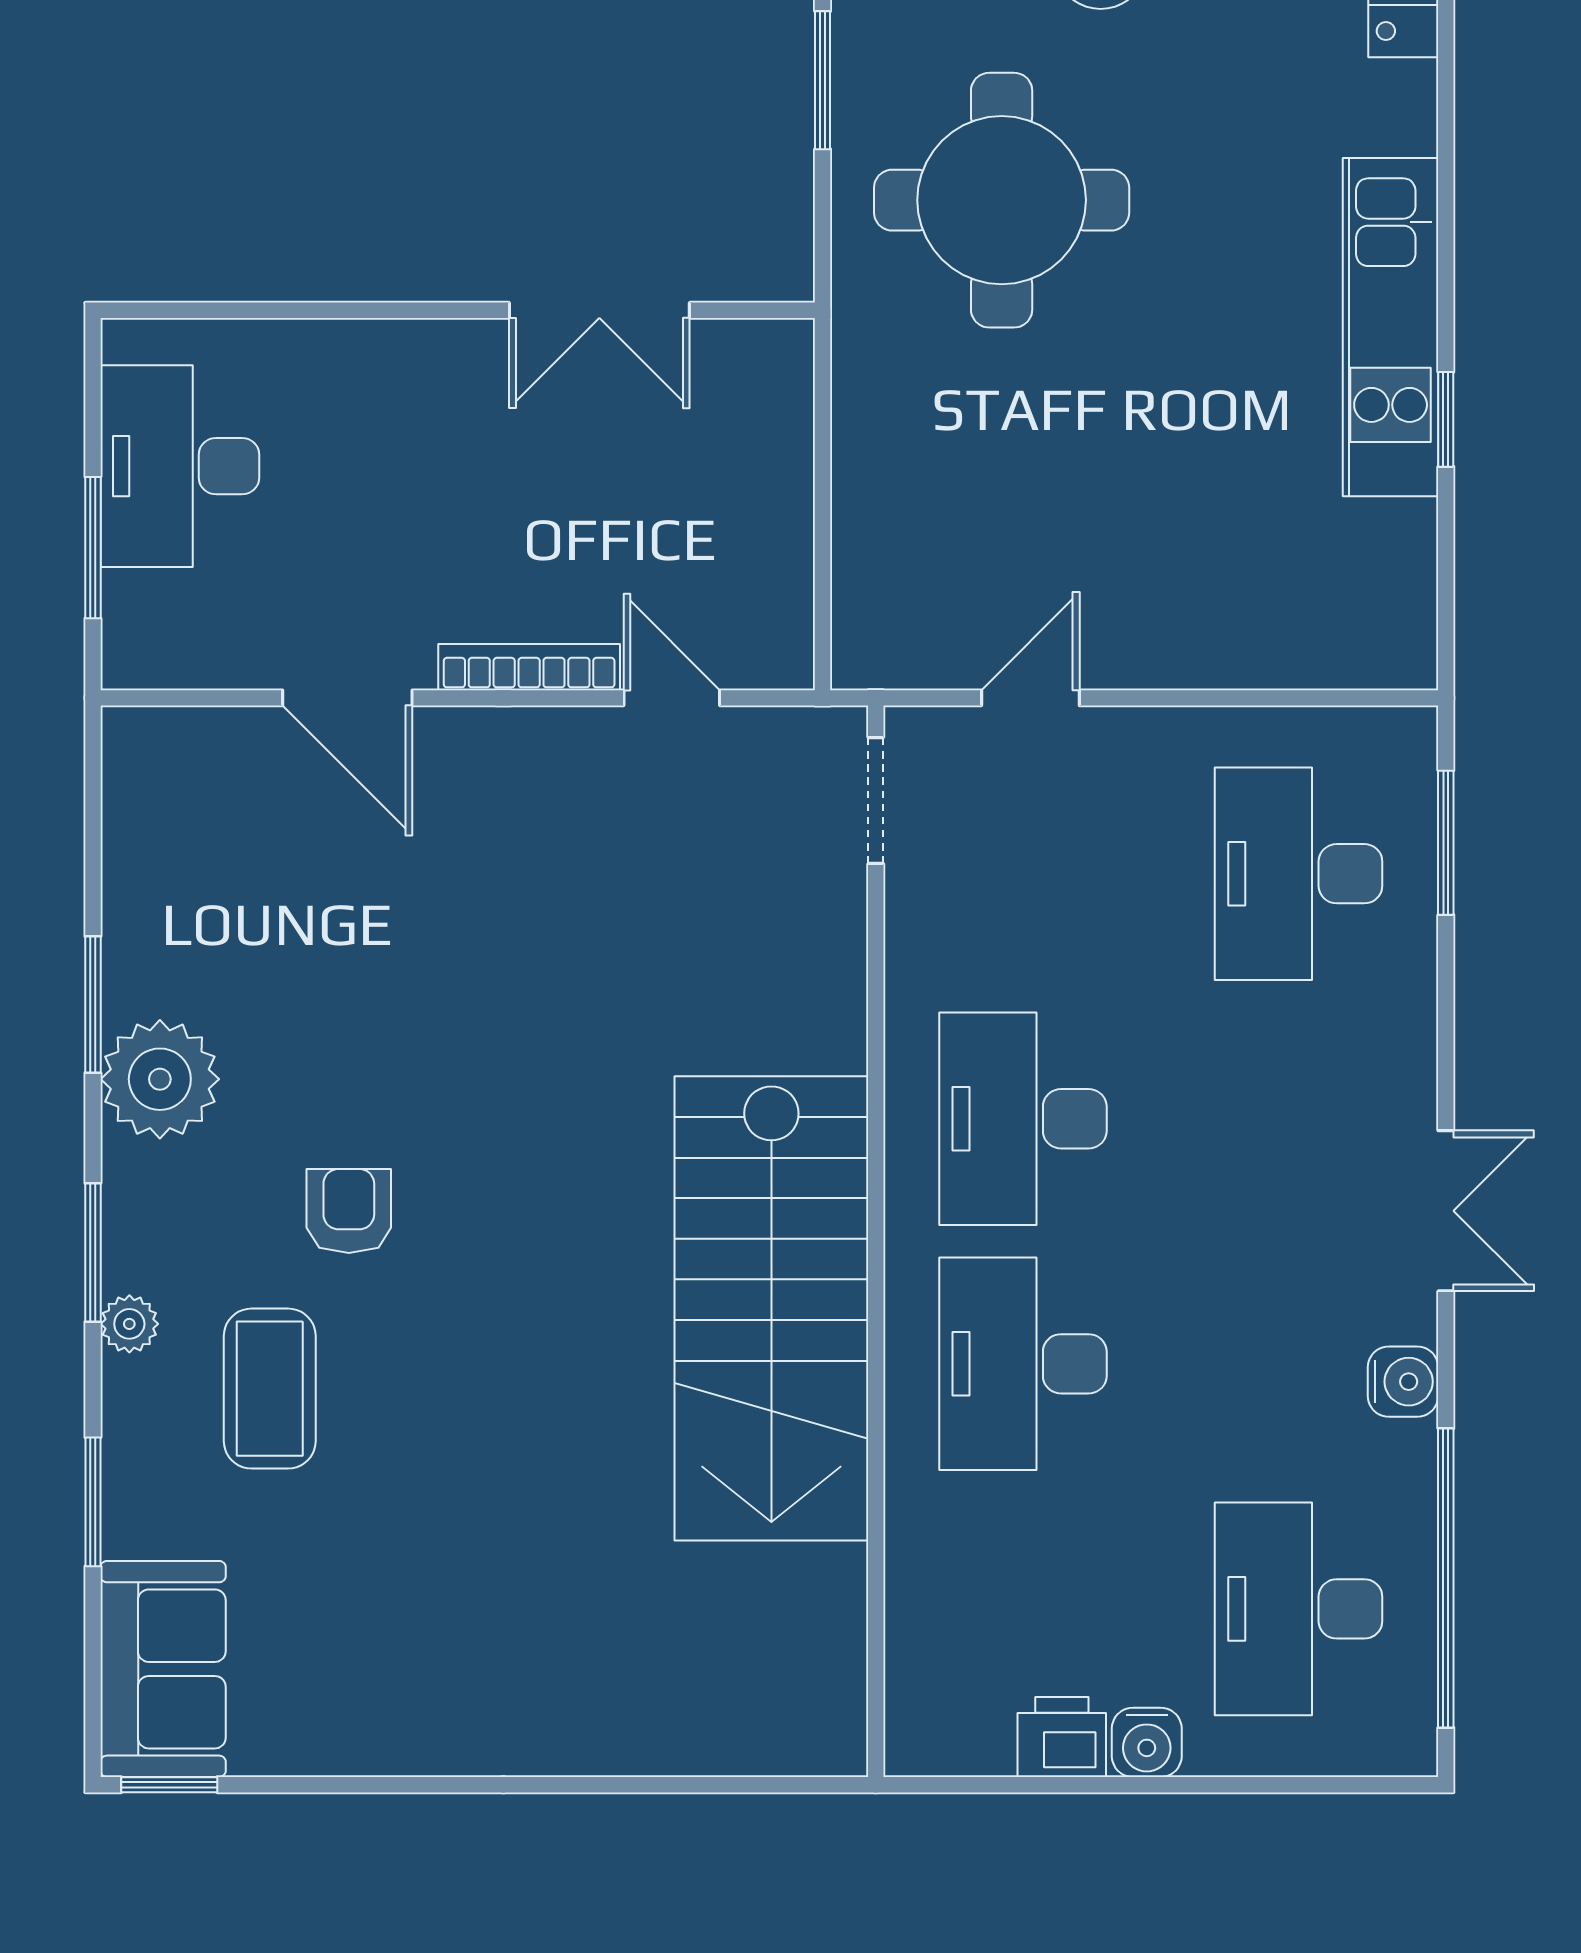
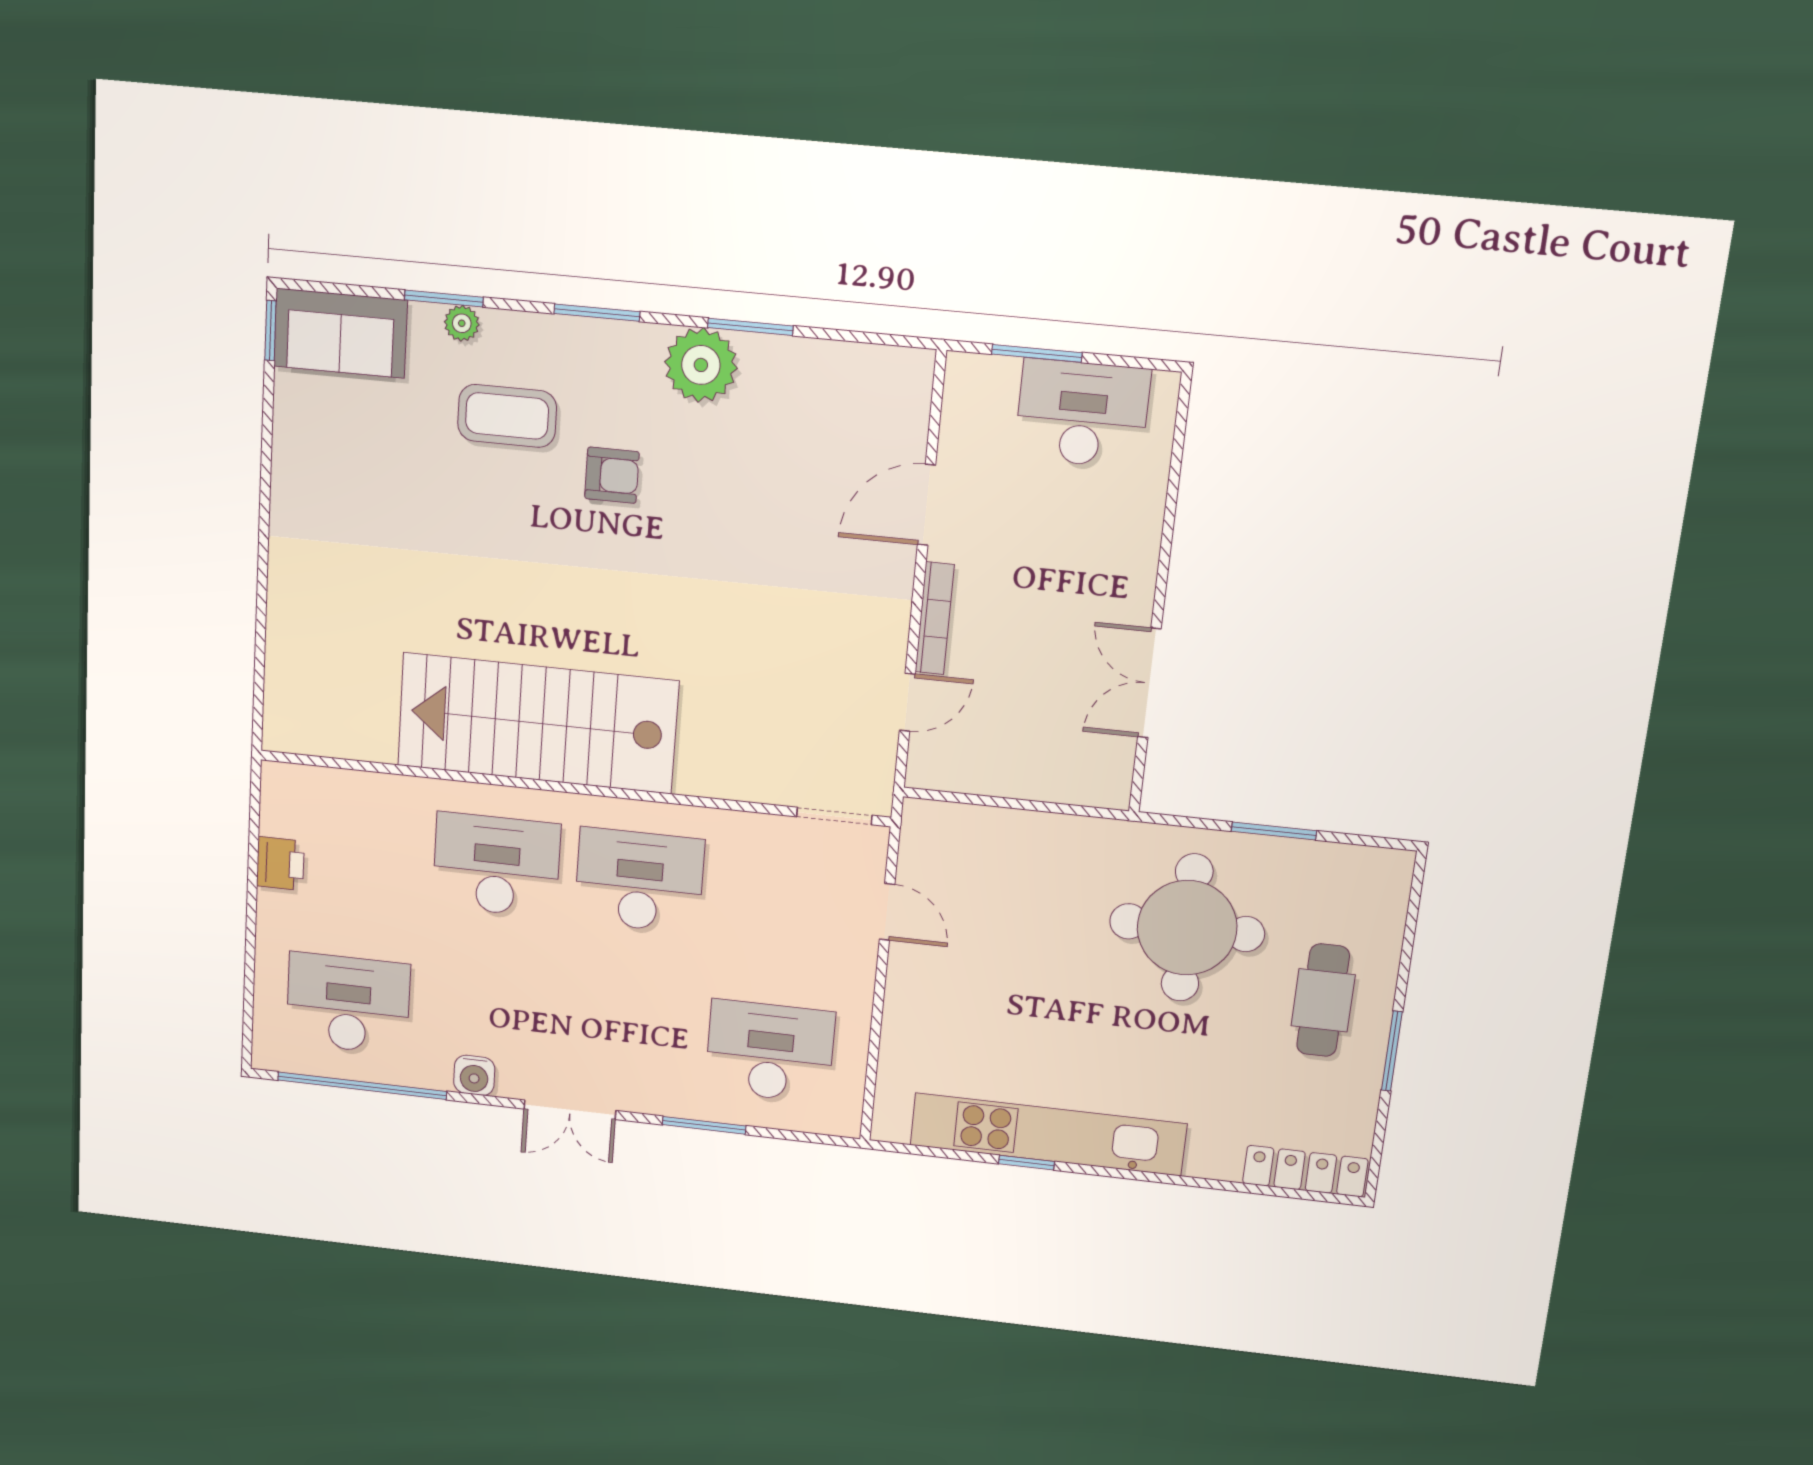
kitchen unit: (1391, 327) -> (1048, 1134), width x1.36
window: (1446, 843) -> (704, 1125), moved
plant: (129, 1324) -> (462, 323), moved
water cooler: (1147, 1742) -> (276, 911), removed

